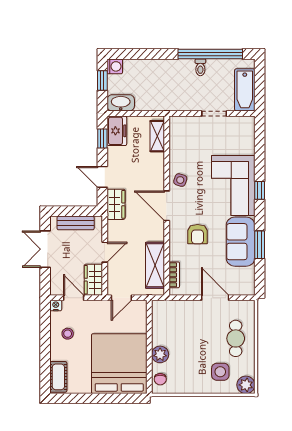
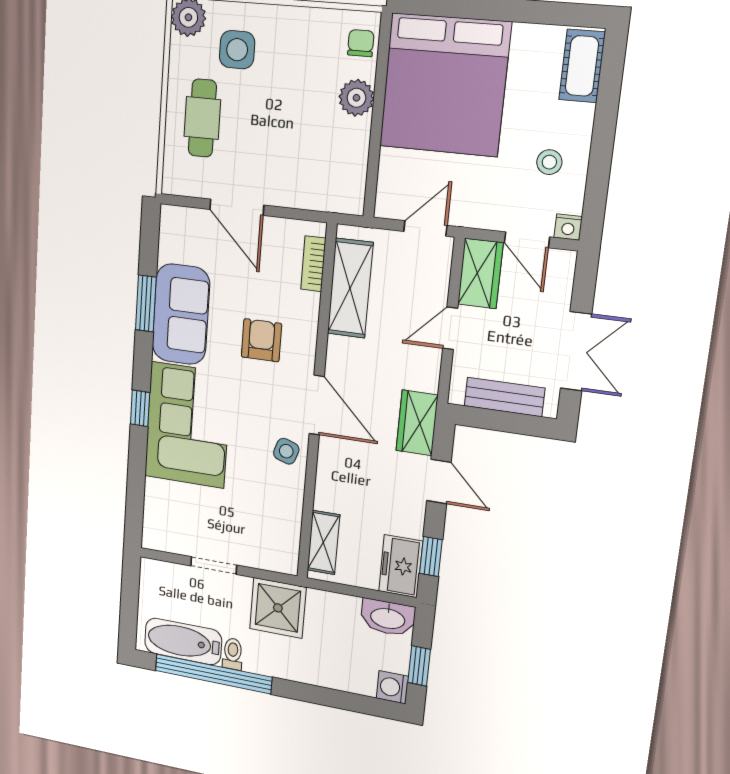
bathtub: (245, 90) -> (183, 641), moved, turned -90
shower: (178, 97) -> (278, 608), added

